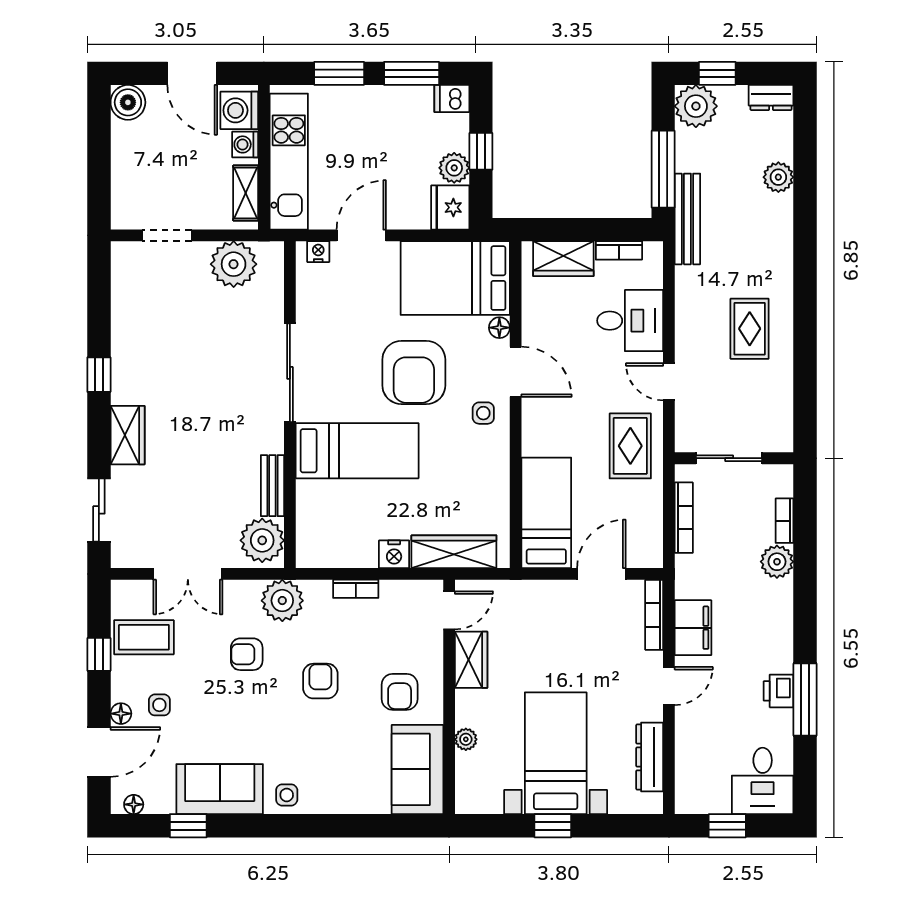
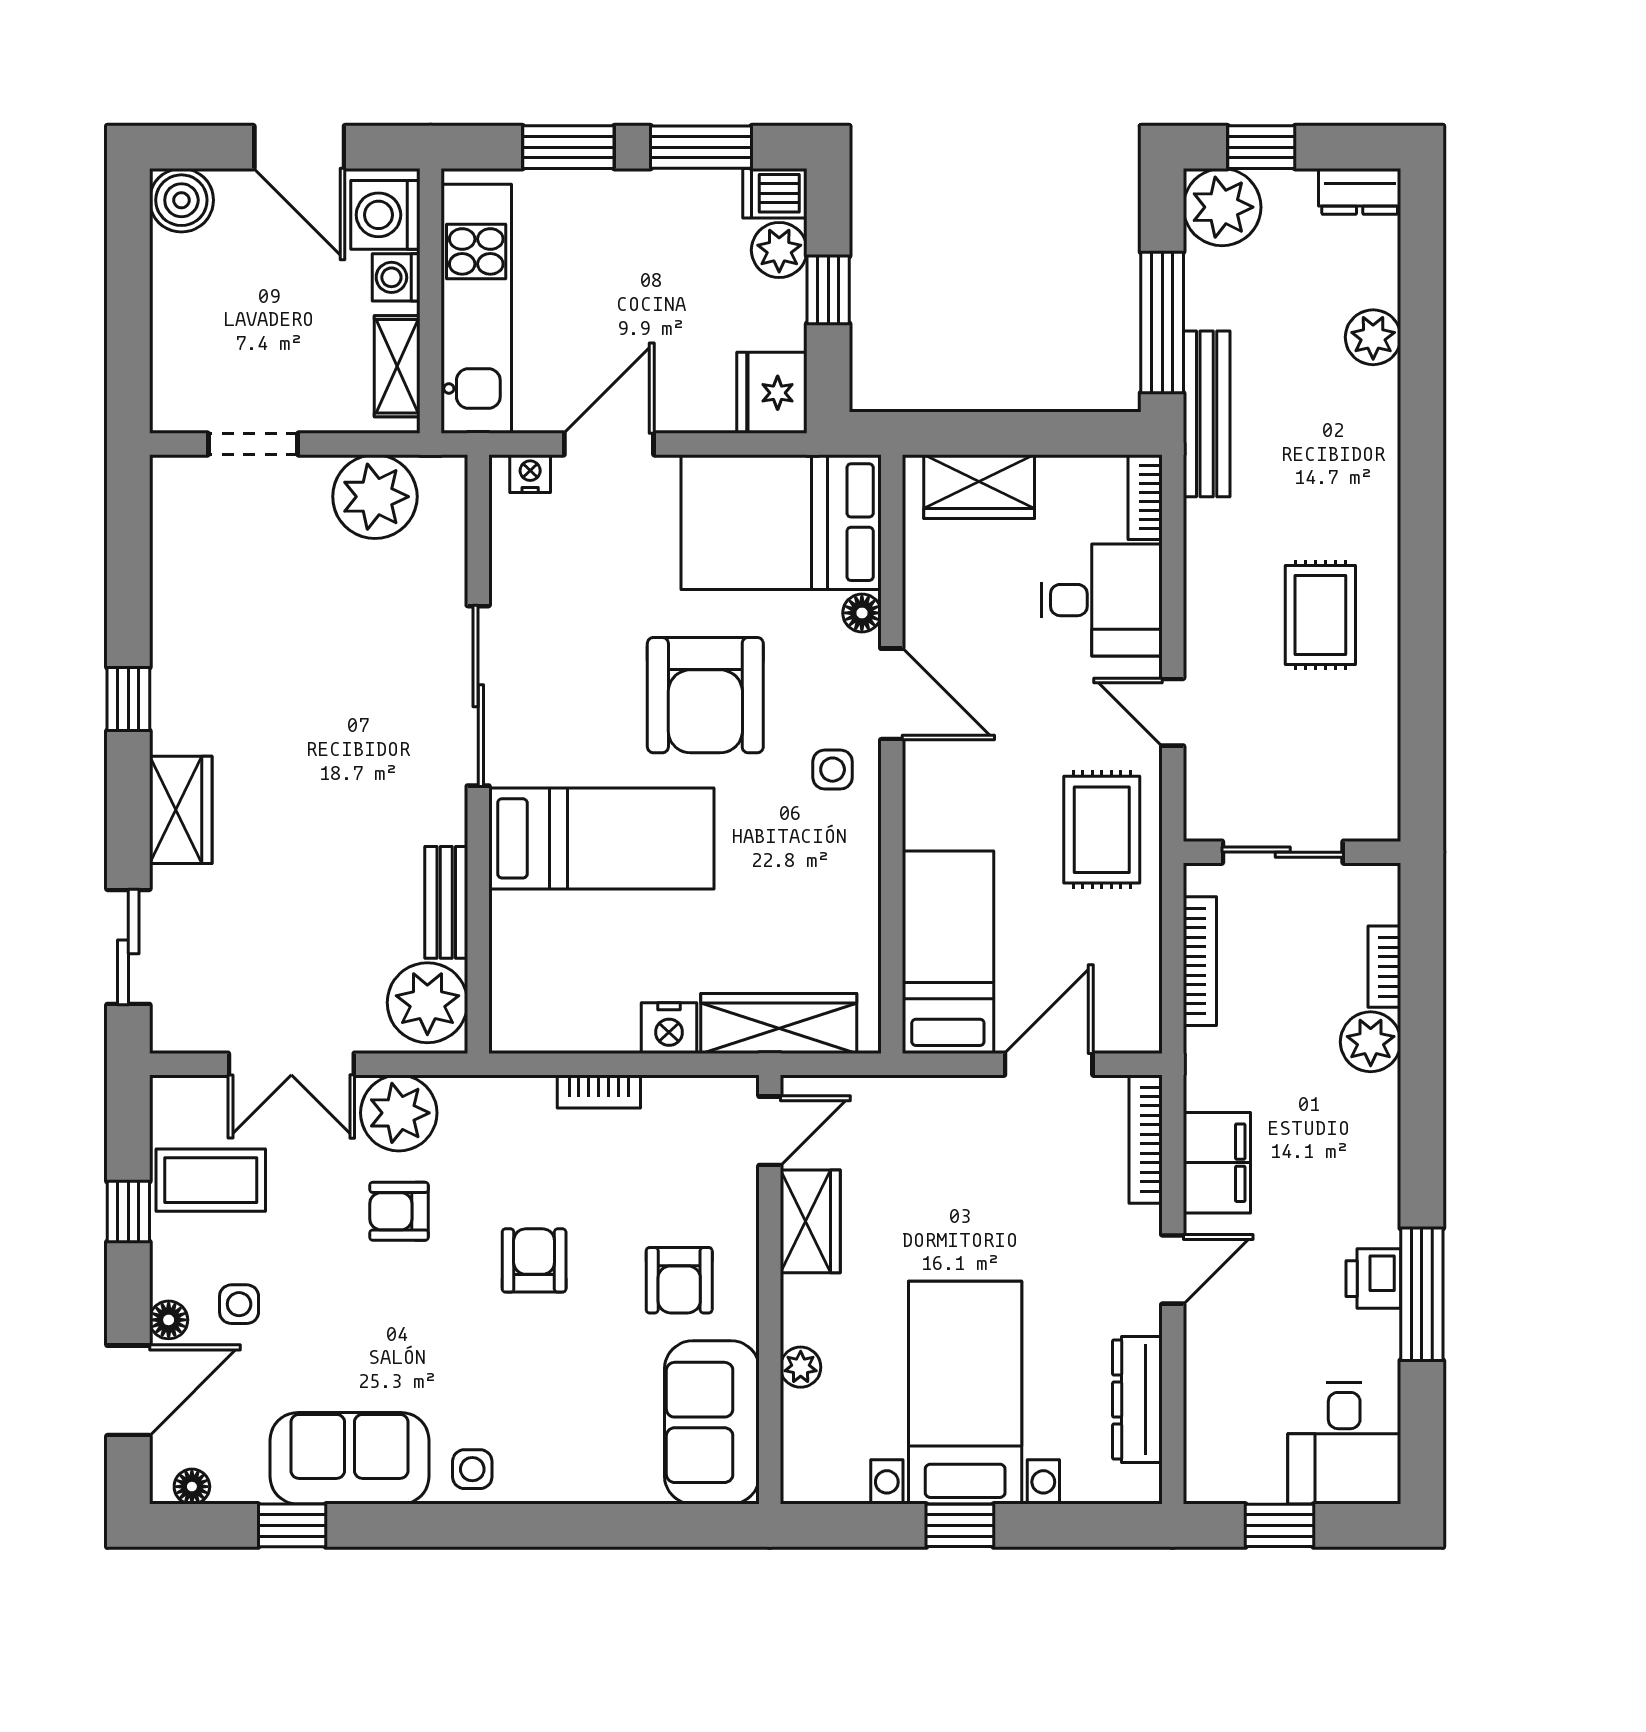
plant: (454, 168) -> (779, 250), moved
bookcase: (619, 250) -> (1145, 497), moved, turned 90
plant: (282, 601) -> (399, 1113), moved

